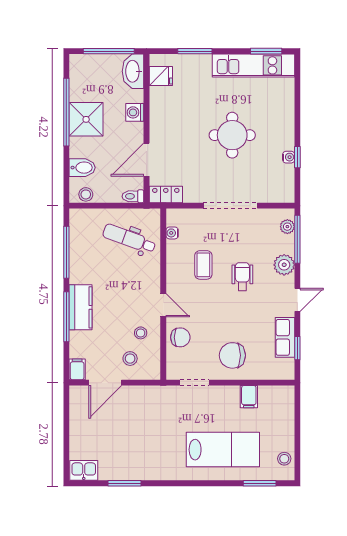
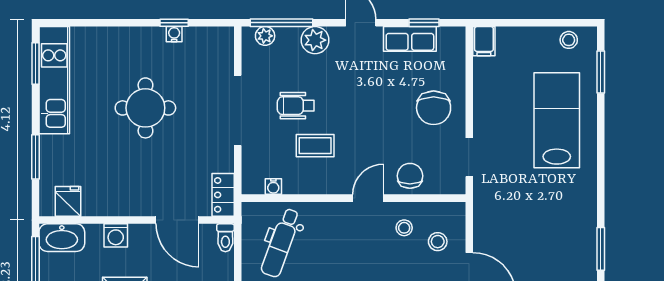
wheelchair: (242, 277) -> (296, 106), moved
filing cabinet: (249, 397) -> (484, 41), moved, turned 90

